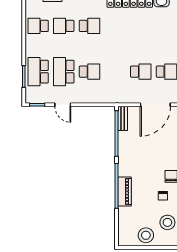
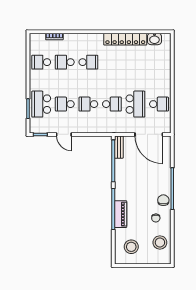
school desk: (64, 72) -> (65, 104), width x0.54
school desk: (89, 72) -> (88, 104), turned 180
school desk: (115, 72) -> (112, 104), added
school desk: (141, 72) -> (135, 104), width x1.85
door: (155, 105) -> (149, 134), hinge flipped
stool: (146, 235) -> (131, 247), moved

